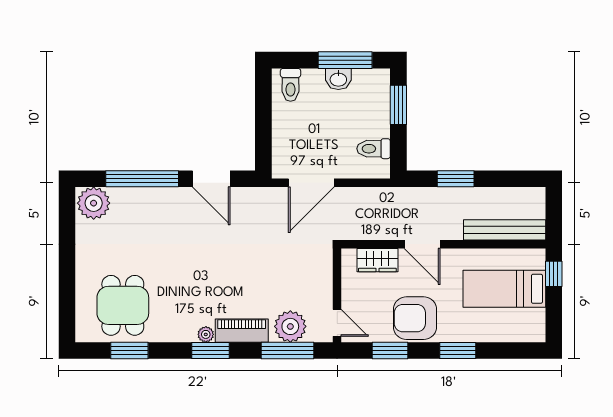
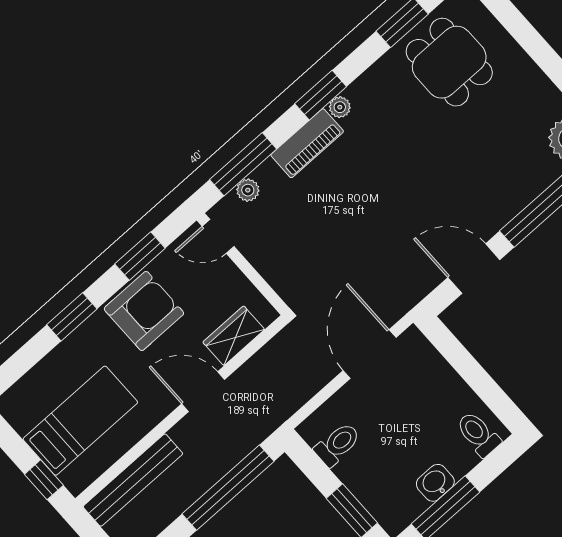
window: (456, 179) -> (228, 488), width x2.11
plant: (290, 326) -> (248, 190), width x0.53, depth x0.53

